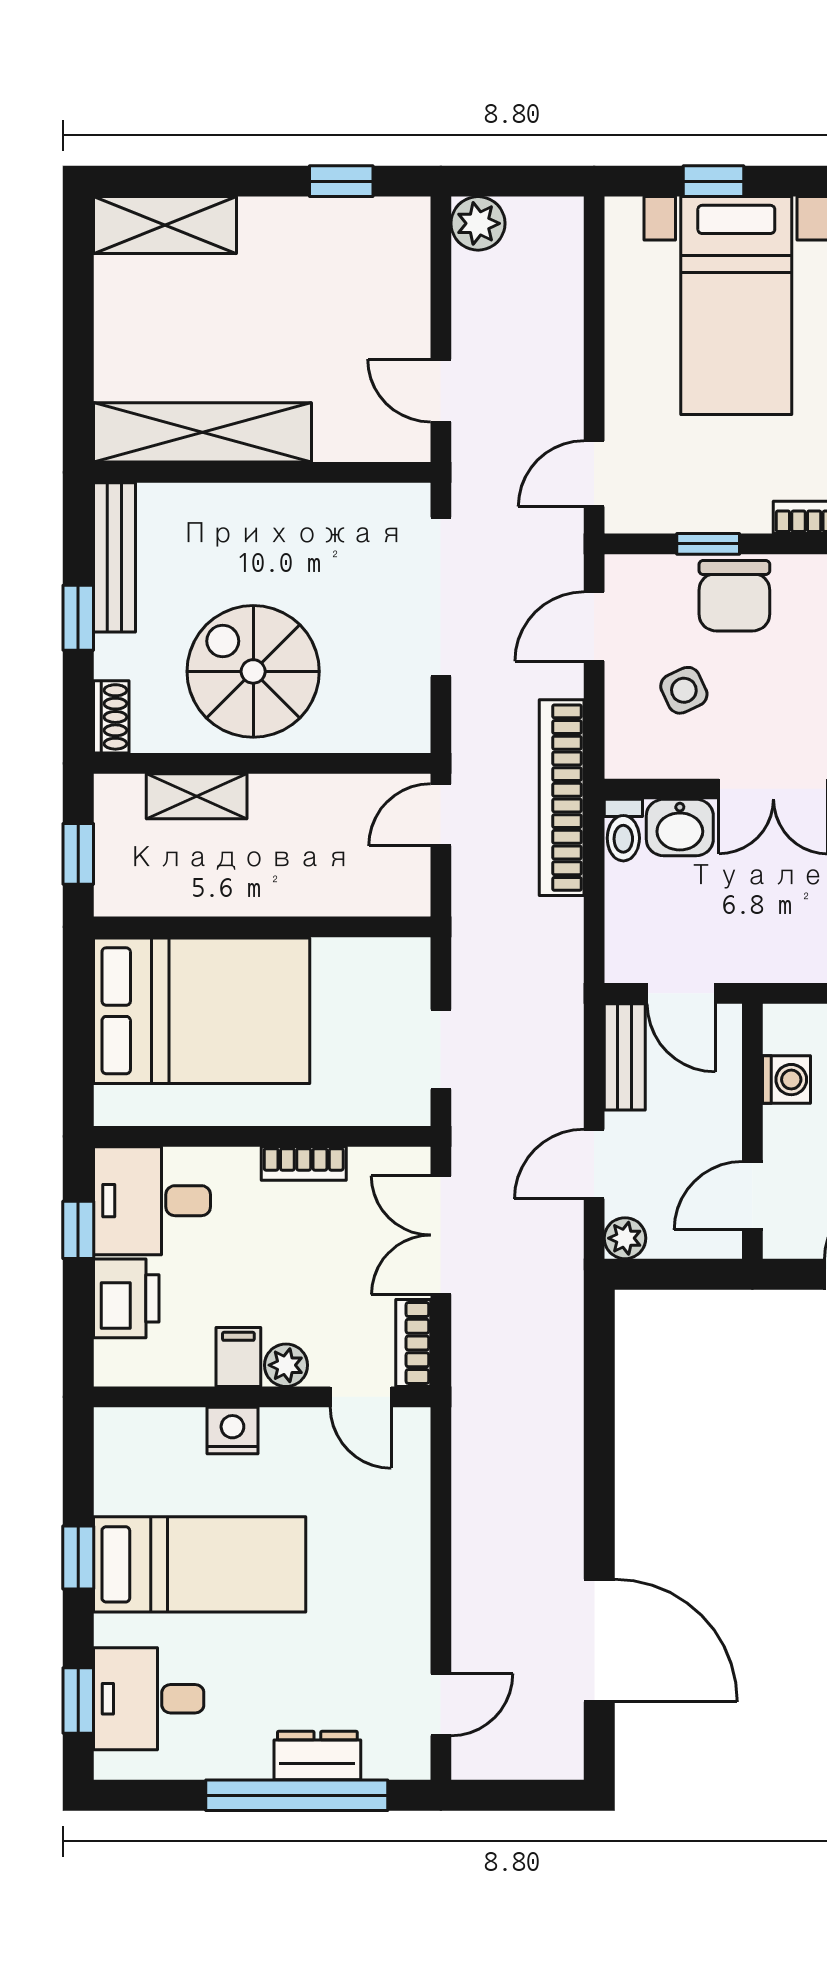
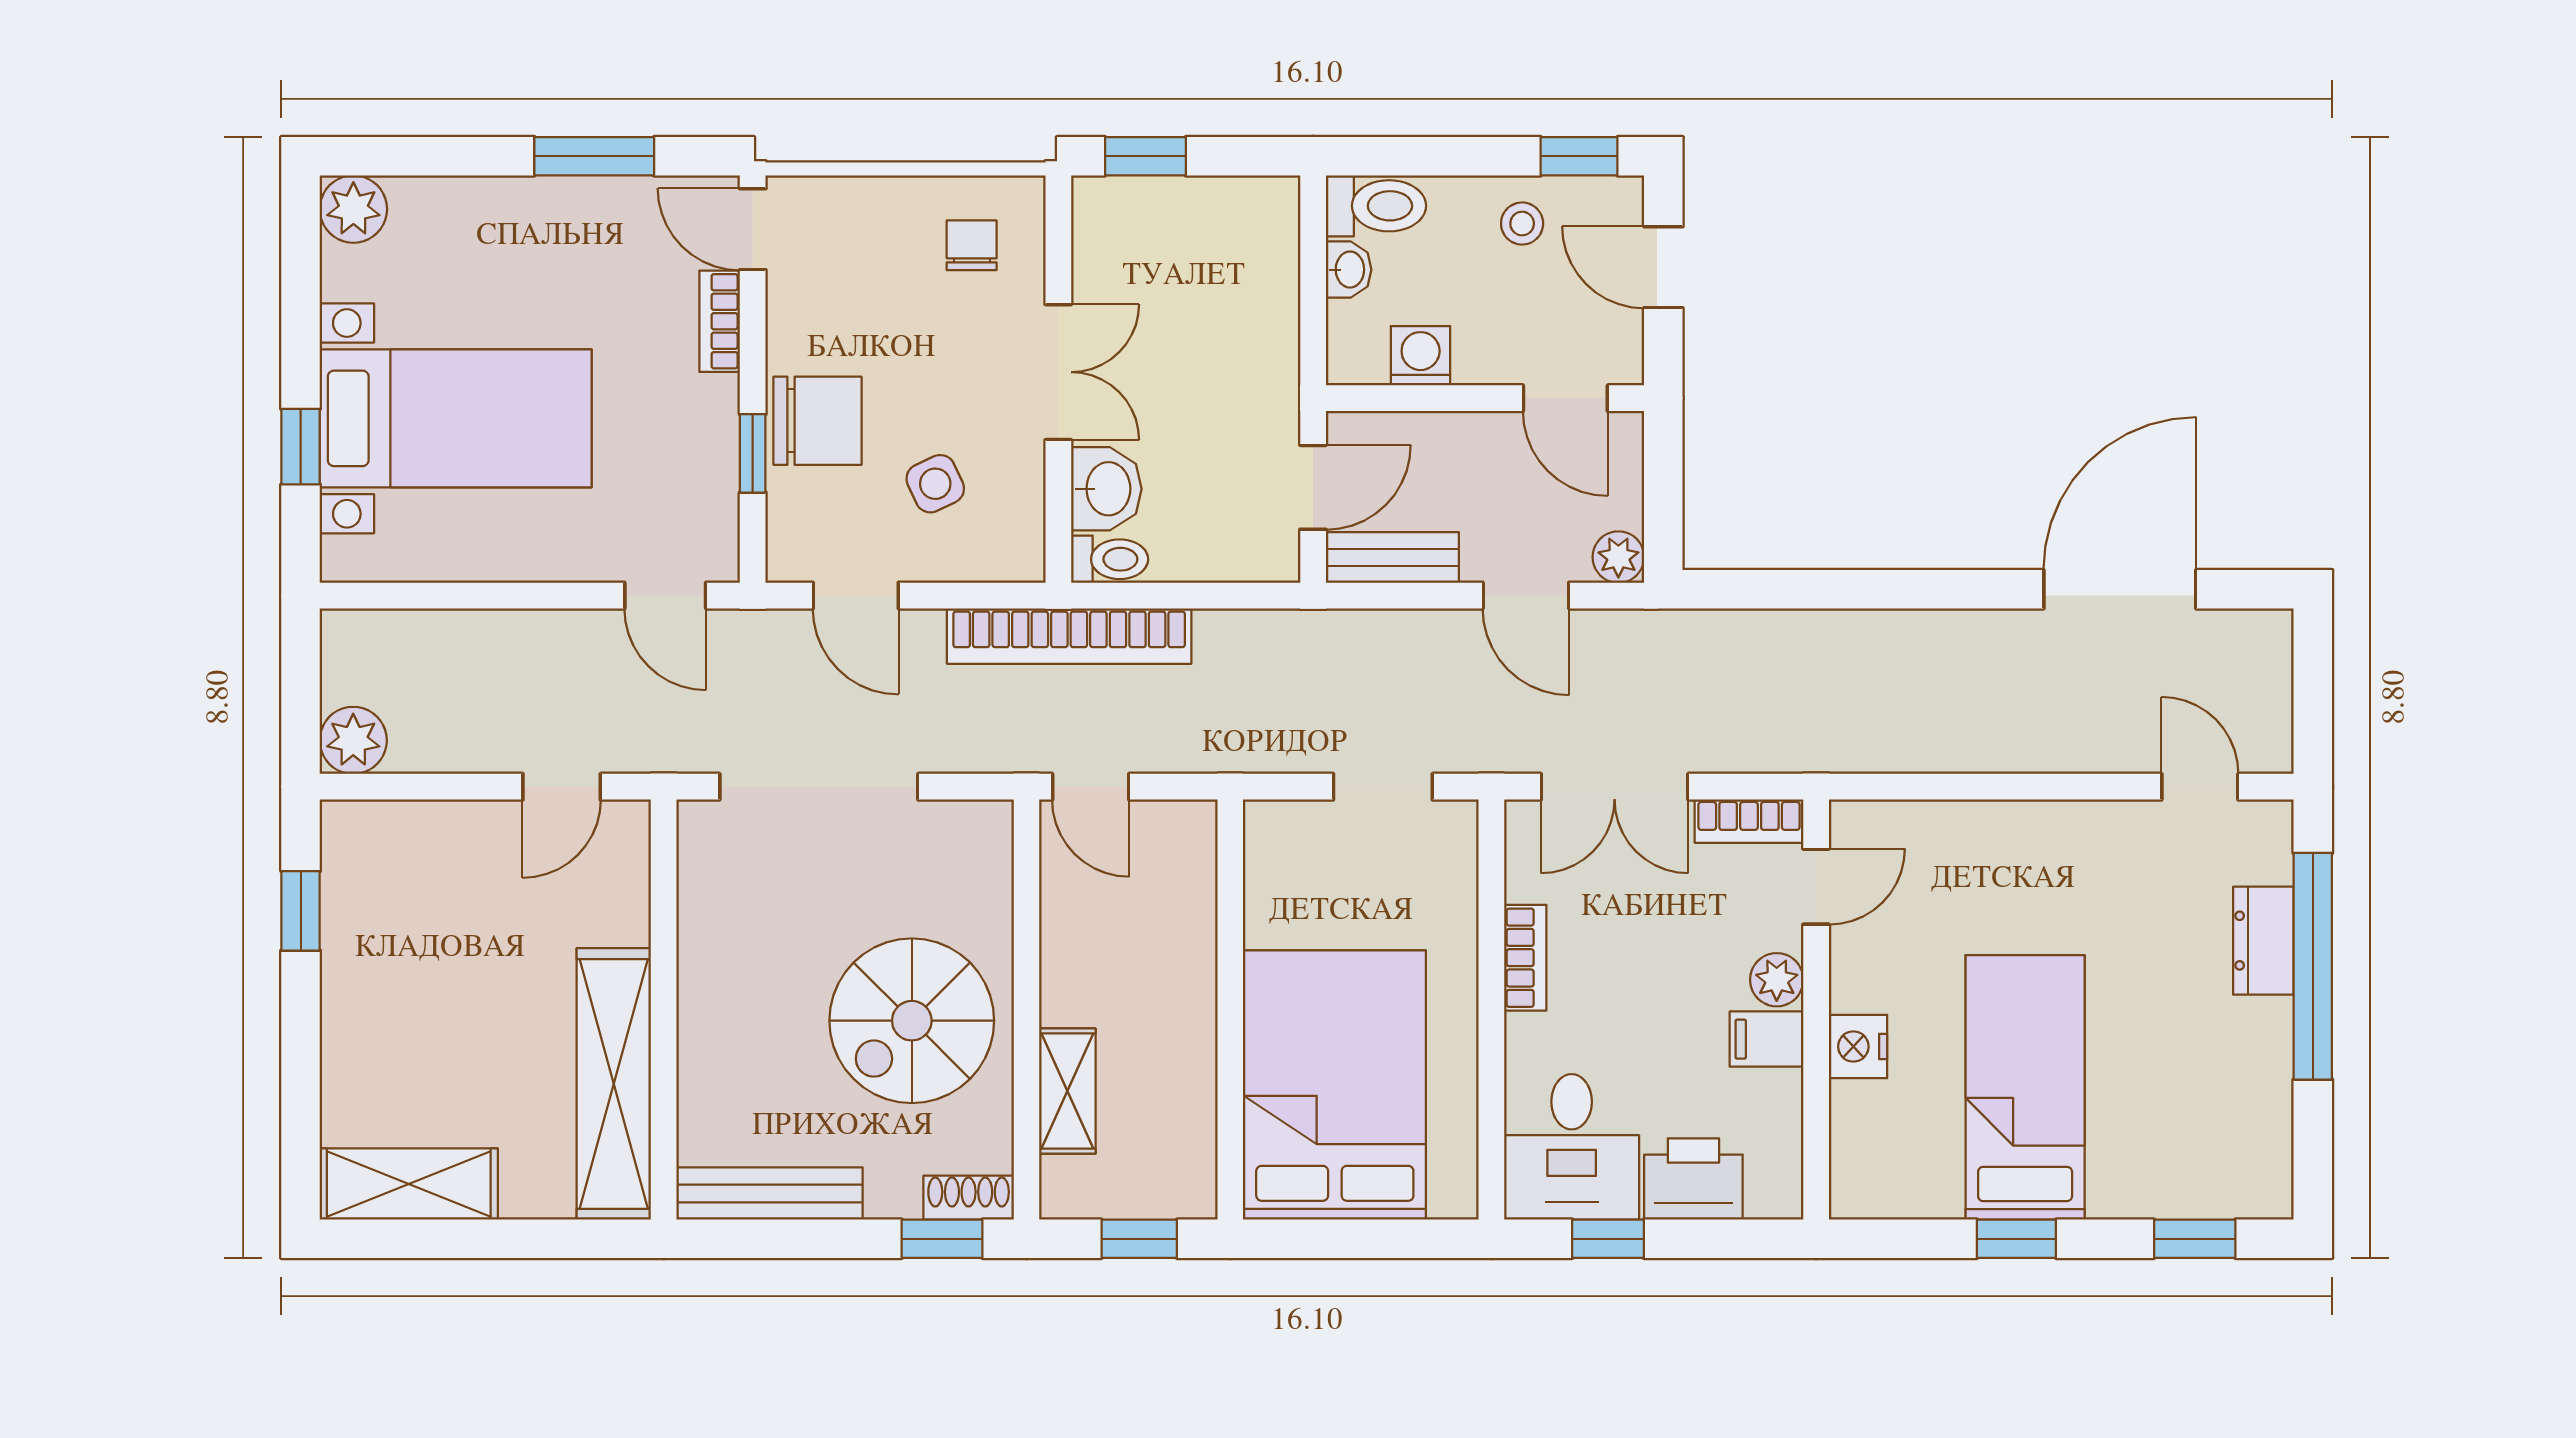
shelving: (165, 225) -> (409, 1184), moved, turned 90
window: (78, 618) -> (942, 1239), moved
desk: (149, 1699) -> (2193, 1151), removed

